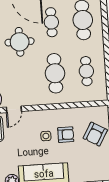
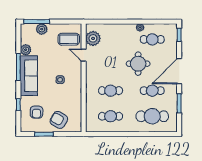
cafe table: (55, 73) -> (111, 91), width x0.73, depth x0.74
armchair: (66, 135) -> (36, 112), moved

